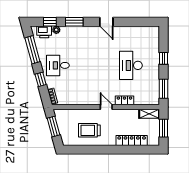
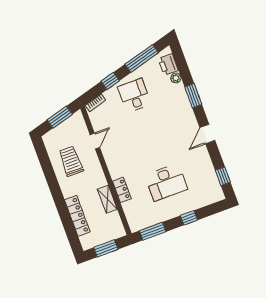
window: (50, 22) -> (223, 176), moved
desk: (131, 65) -> (166, 182), turned 180
door: (106, 107) -> (95, 141), moved
shelving: (149, 114) -> (107, 199), moved

